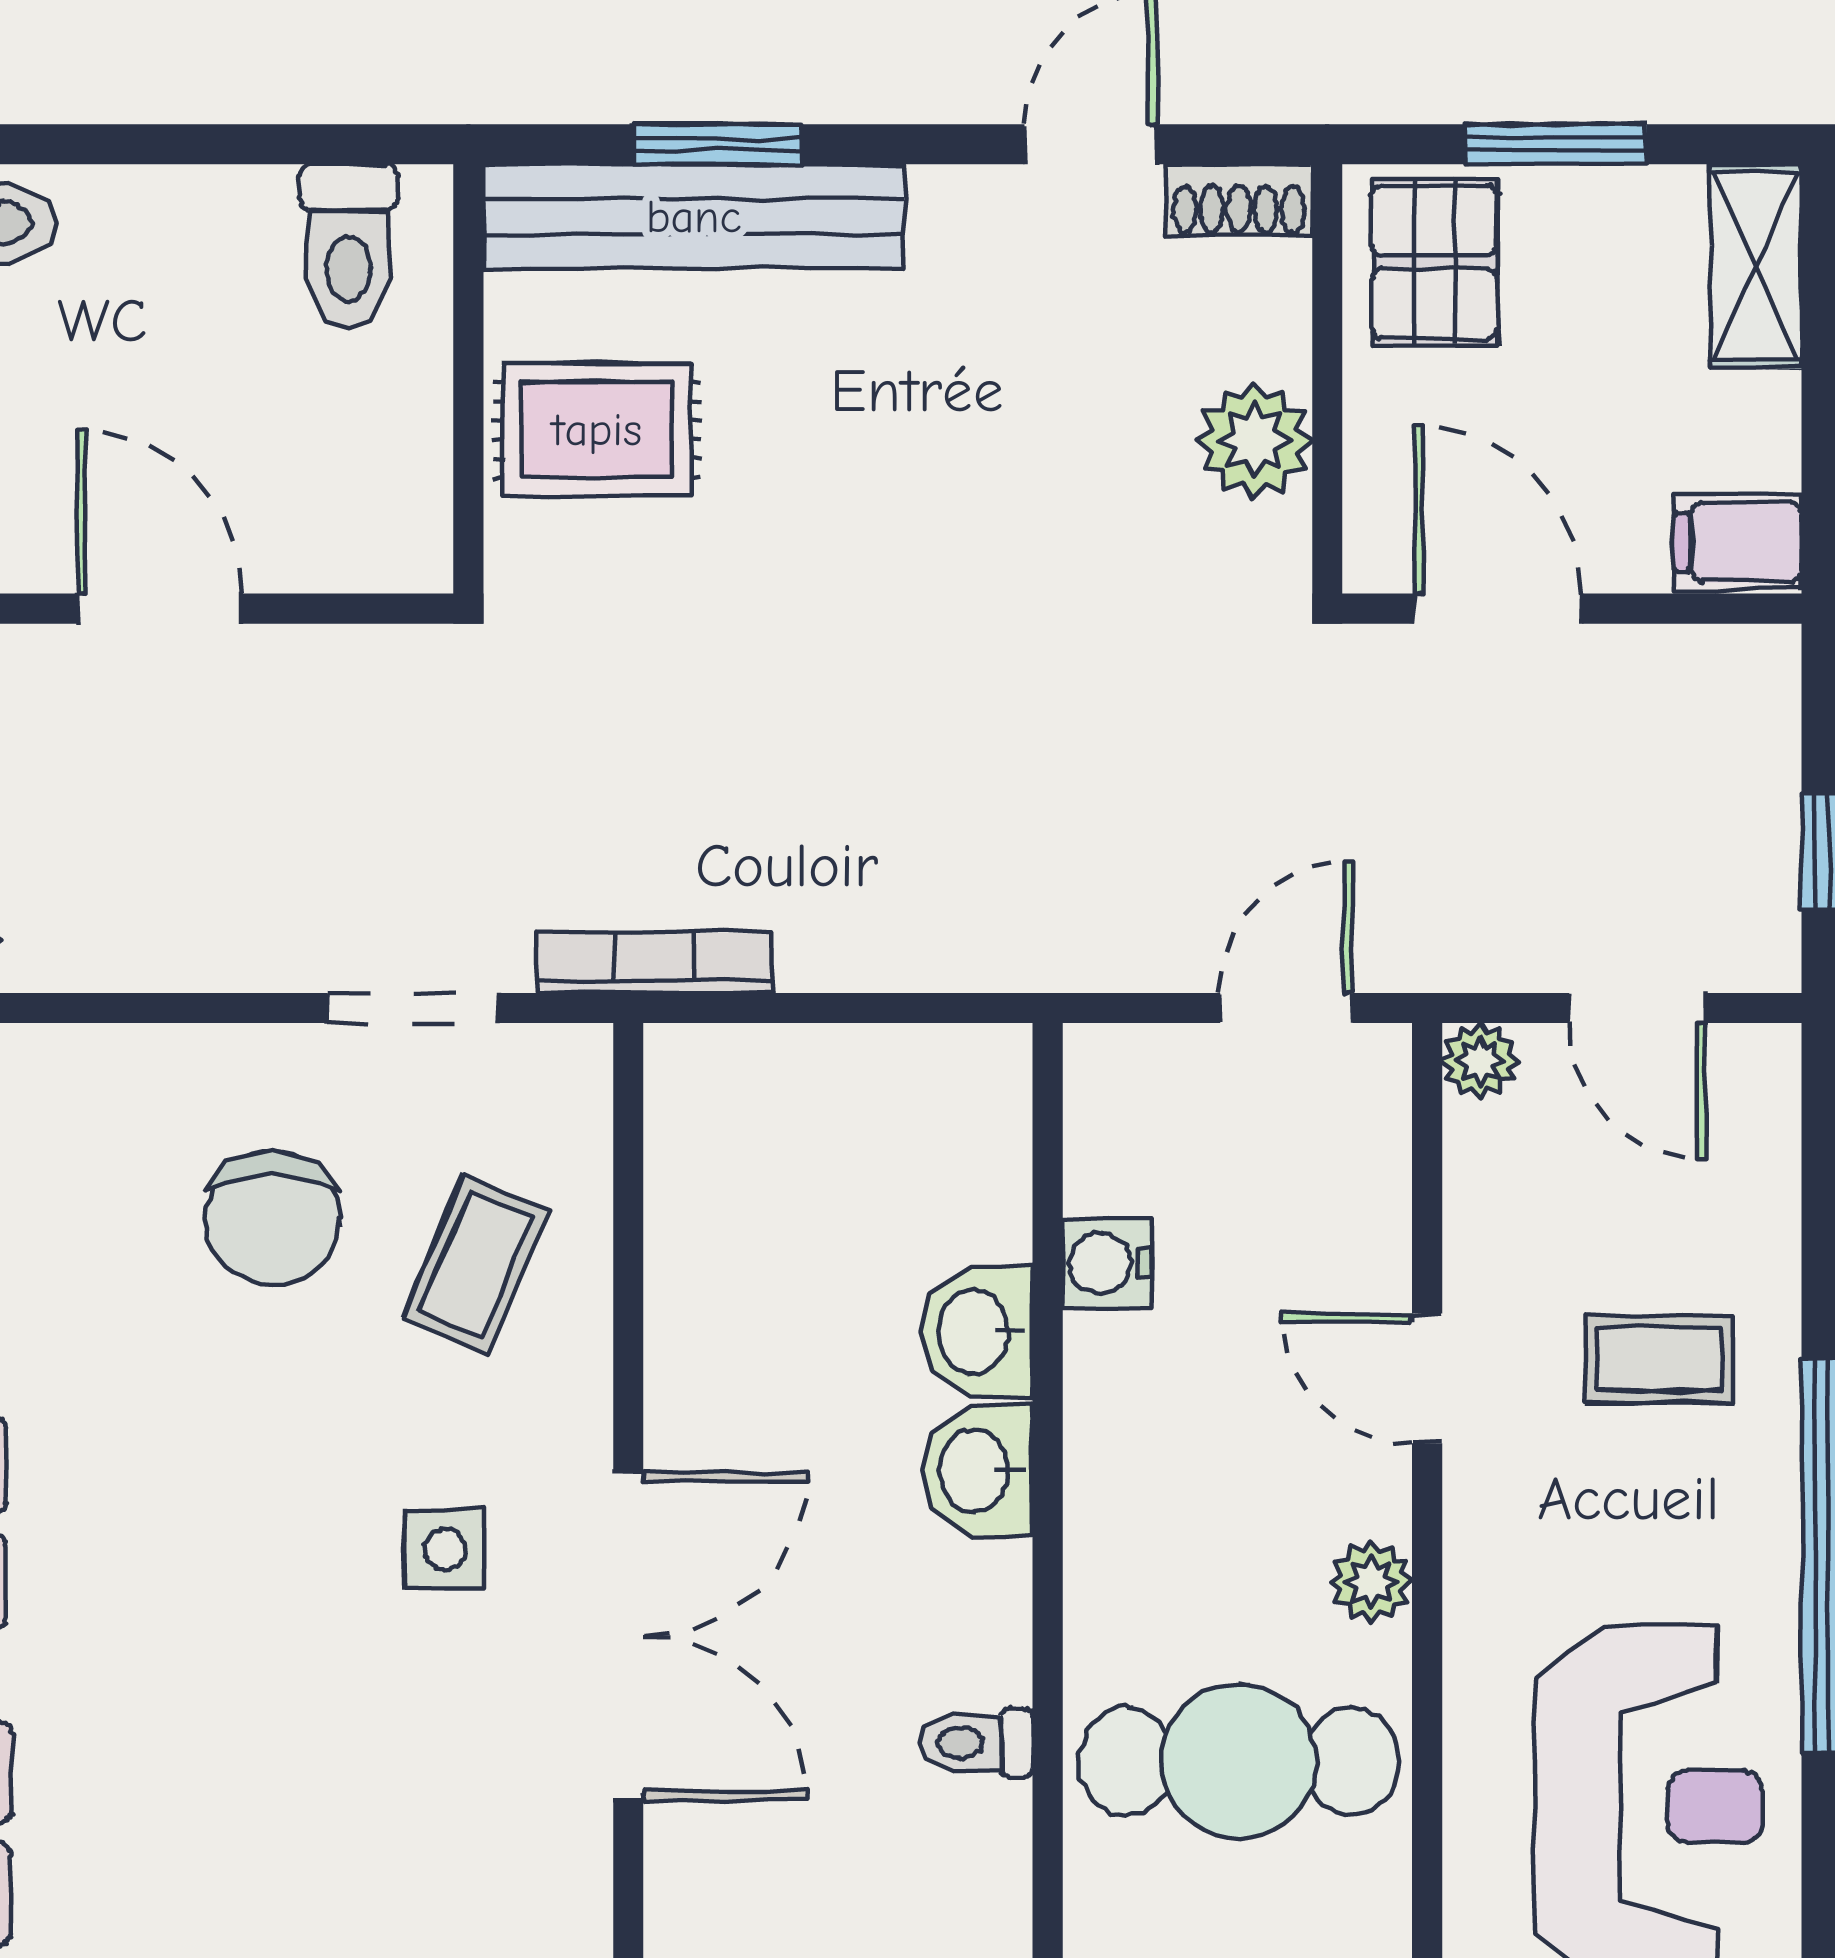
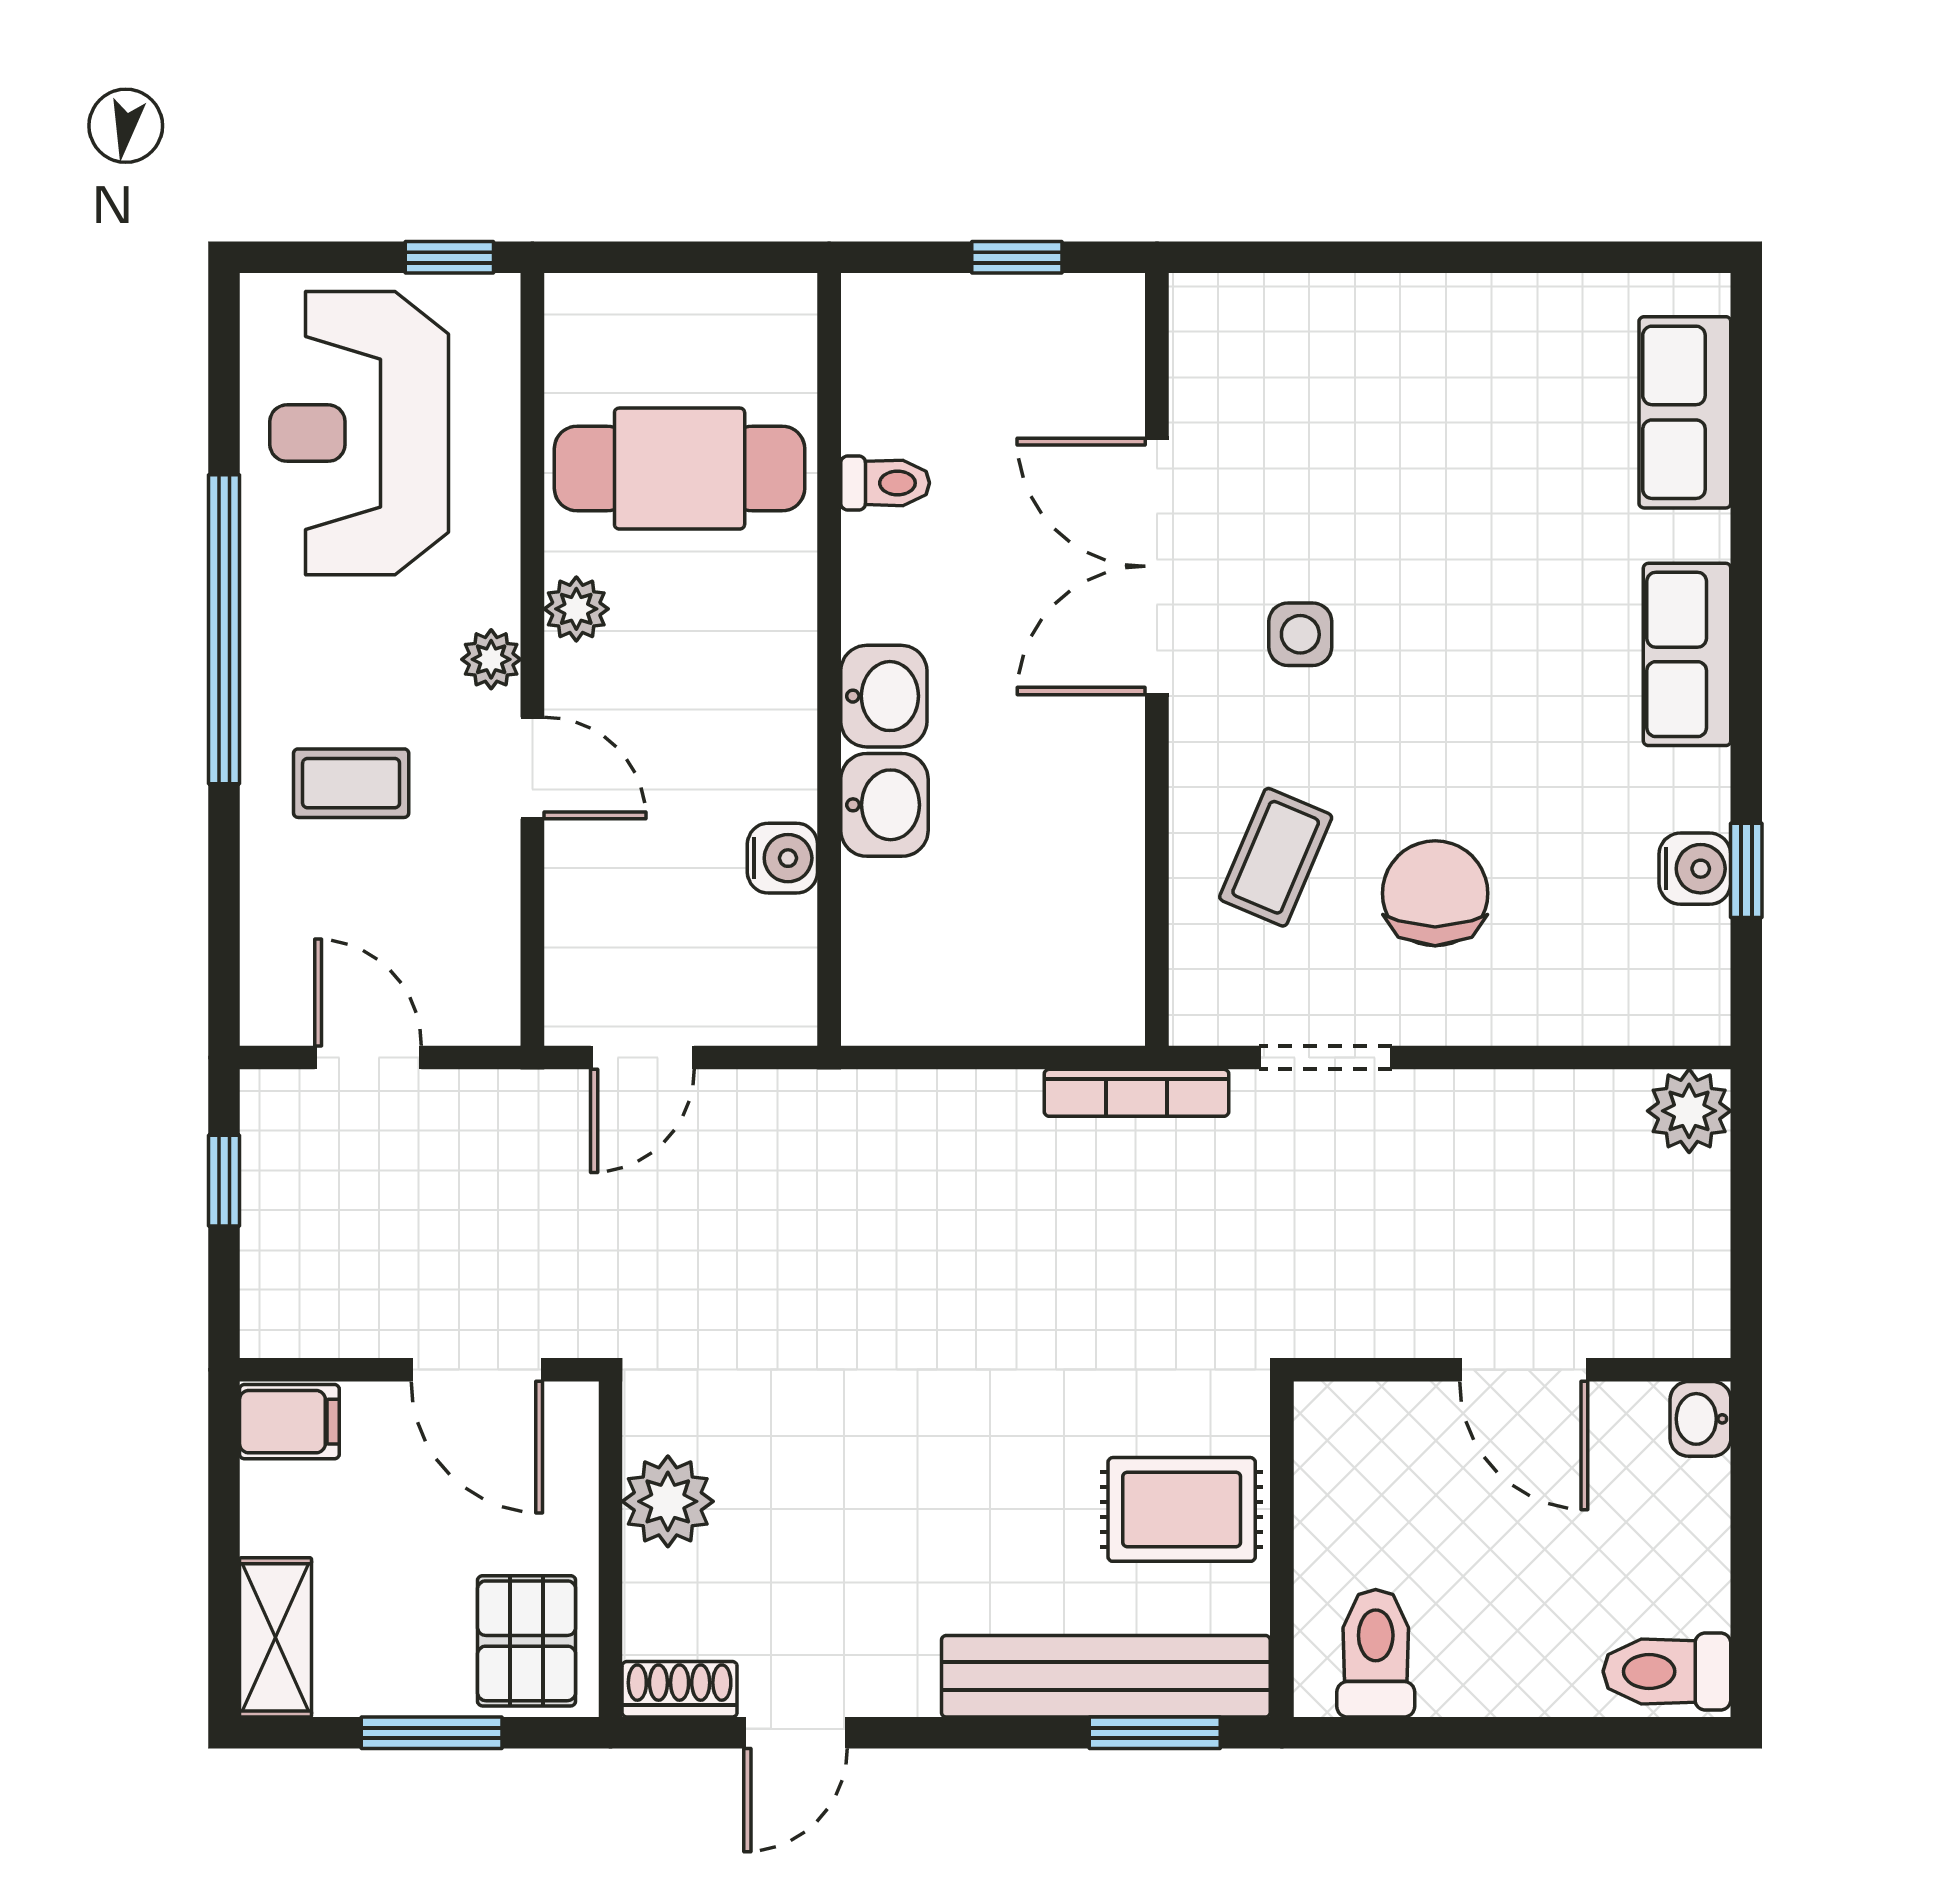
window: (718, 144) -> (1155, 1733), moved
plant: (1480, 1061) -> (491, 659), moved

